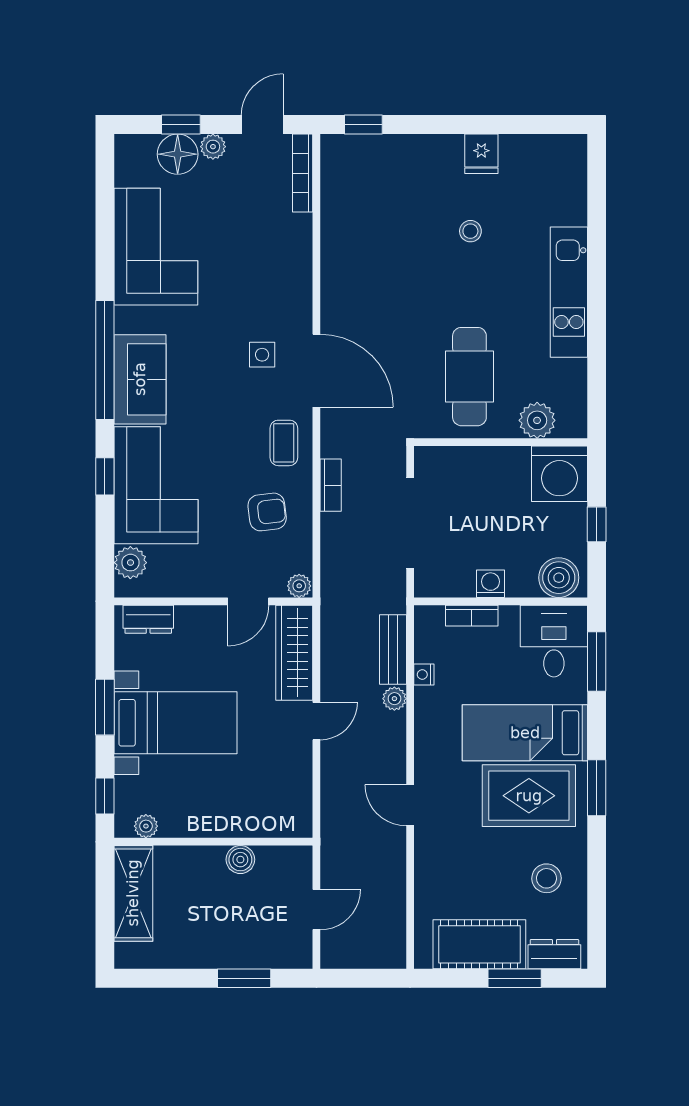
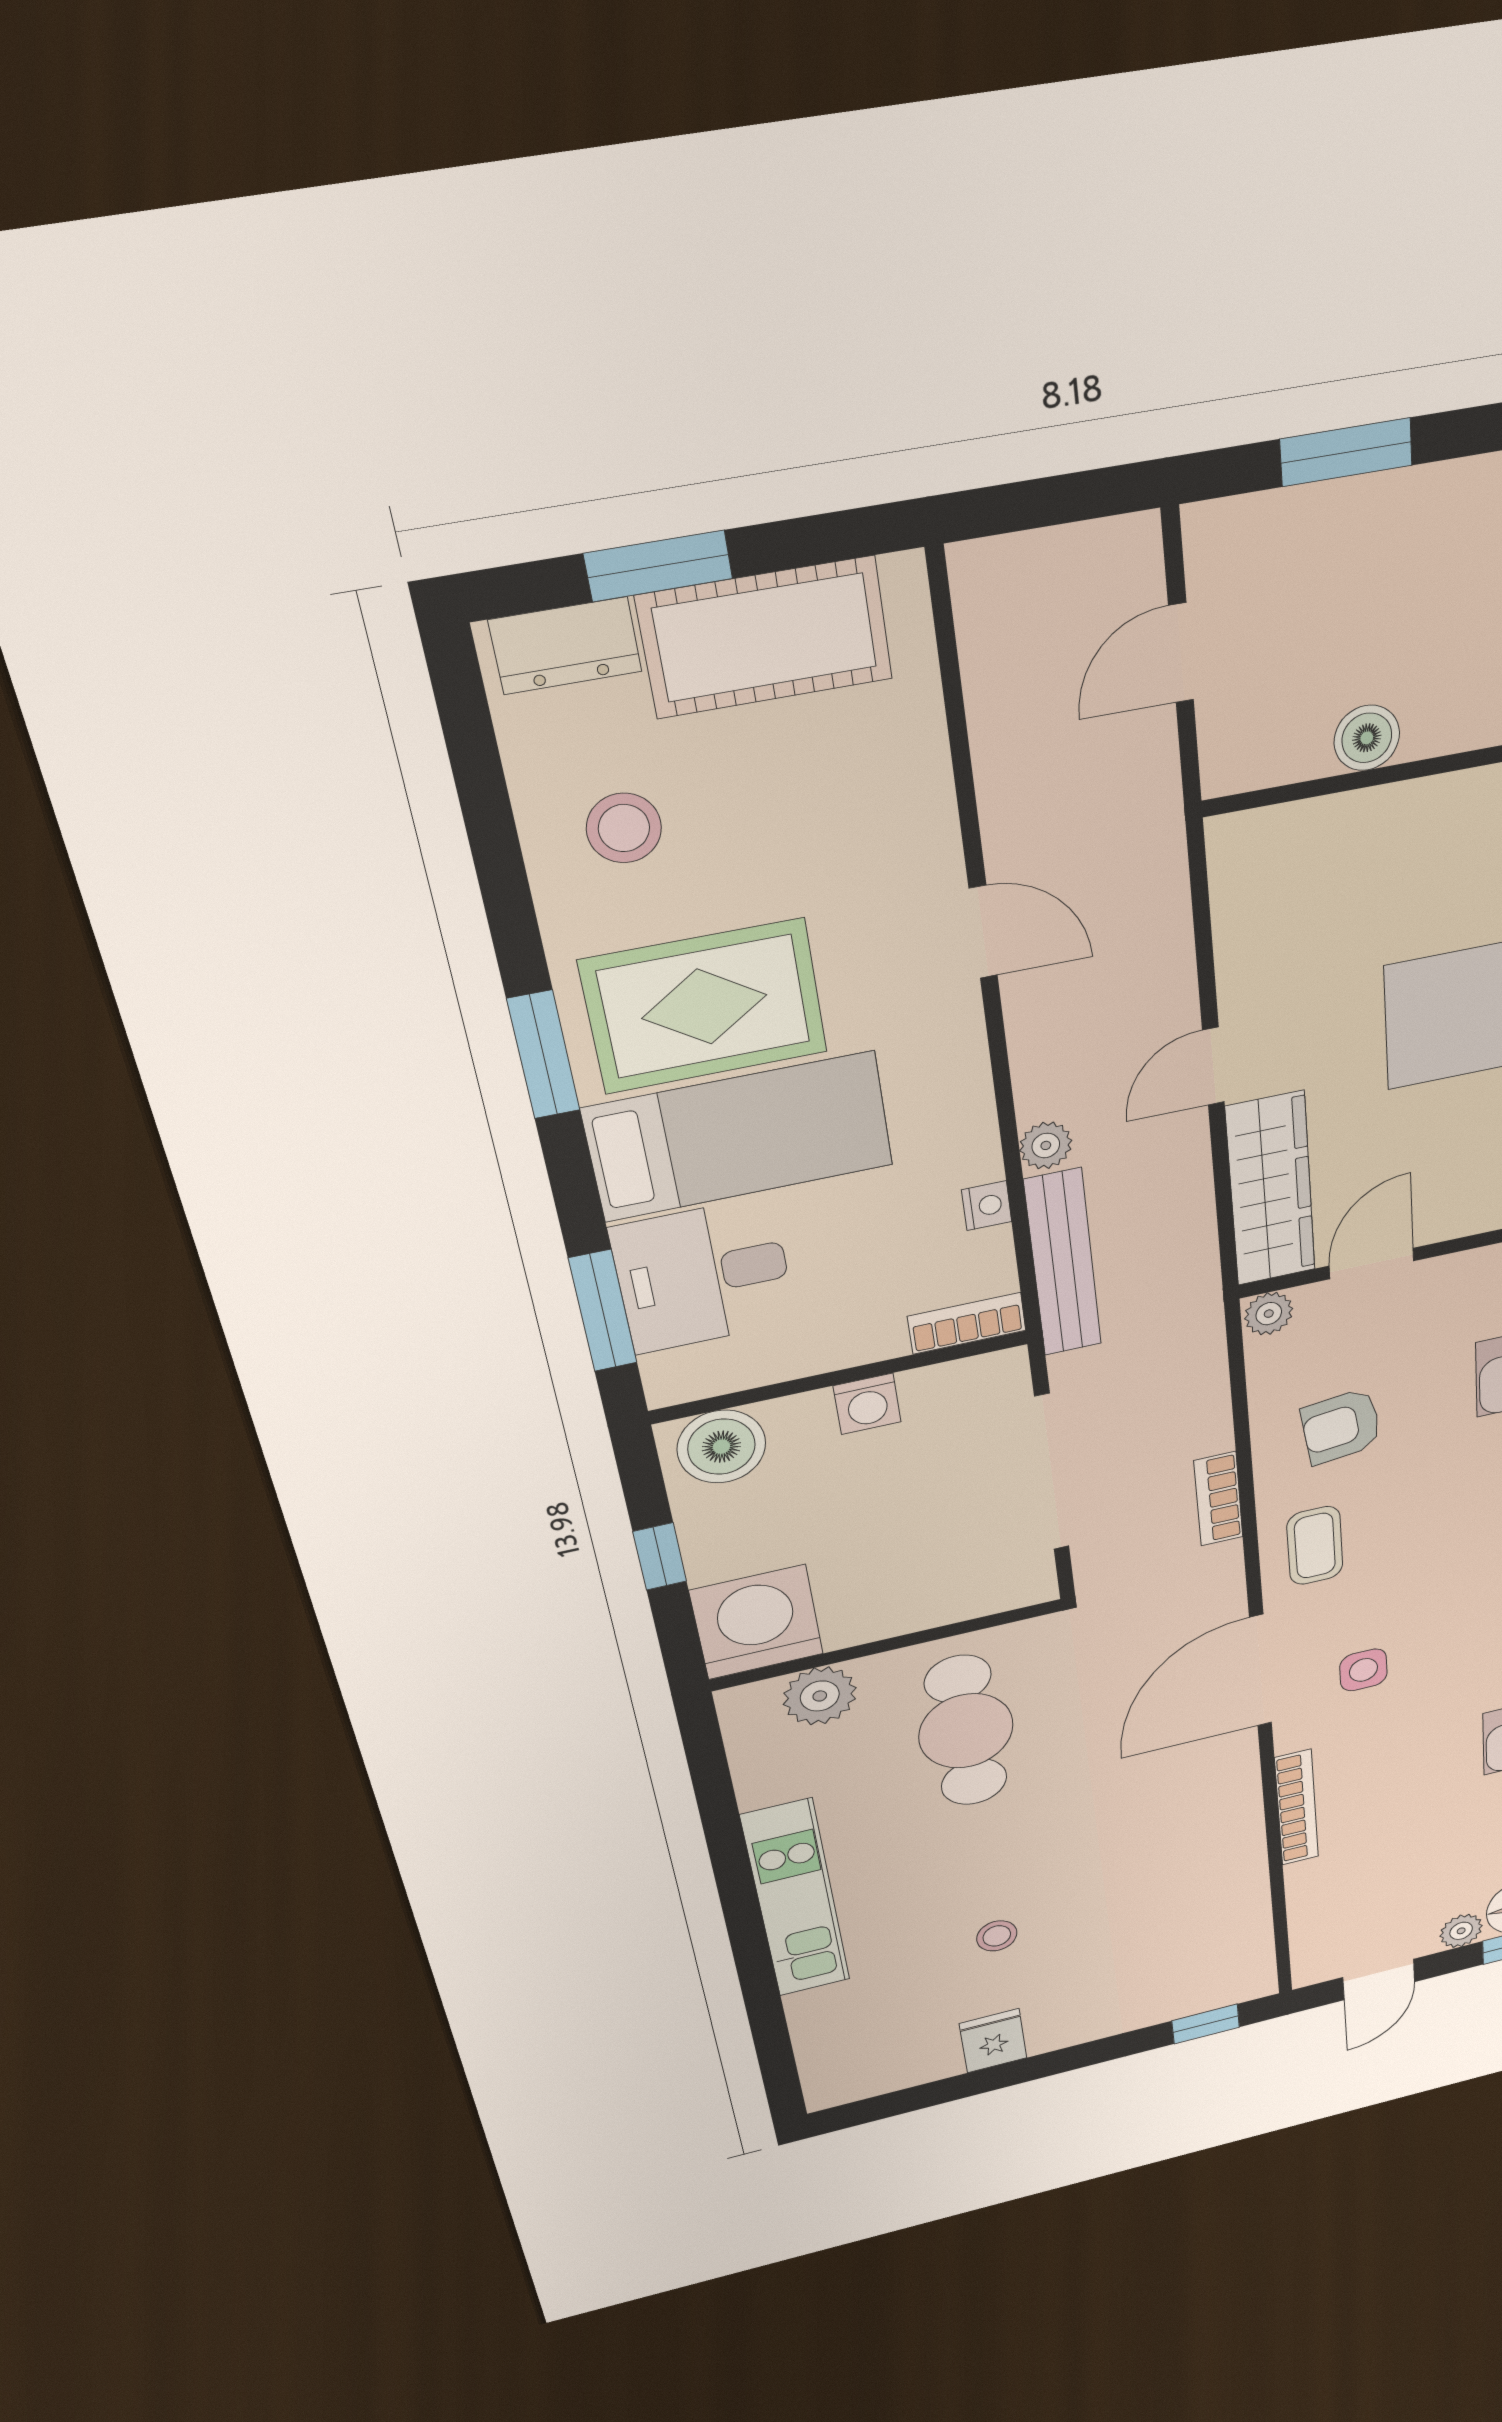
bookcase: (303, 173) -> (1297, 1808), moved
door: (316, 371) -> (1261, 1671), hinge flipped
bookcase: (472, 616) -> (967, 1323), moved
desk: (554, 641) -> (703, 1275), moved, turned 90
bench: (393, 650) -> (1063, 1263), width x1.36

